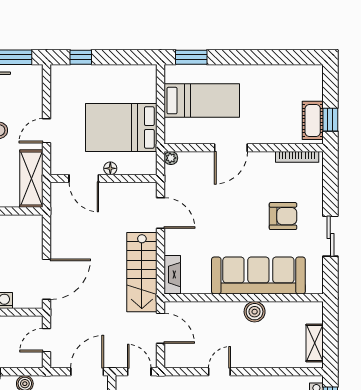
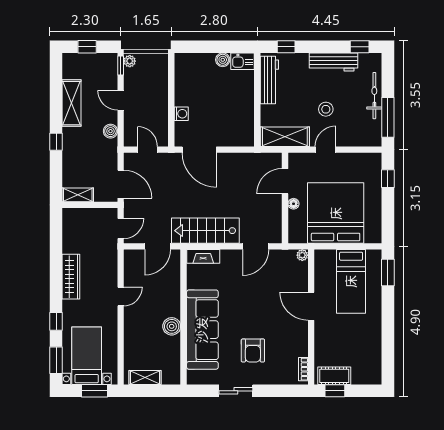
bed: (121, 128) -> (336, 213), width x1.36
door: (47, 131) -> (326, 150), hinge flipped
bookcase: (297, 157) -> (303, 369), width x0.64
door: (219, 372) -> (121, 297), hinge flipped

